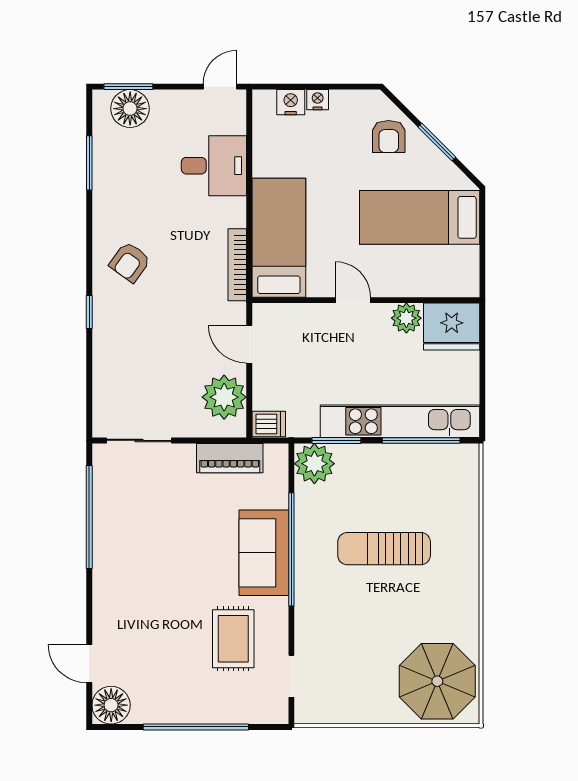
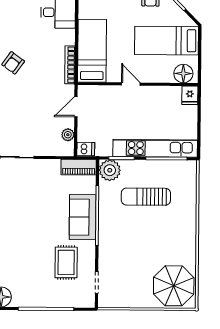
floor lamp: (452, 279) -> (183, 74), added
plant: (406, 318) -> (159, 94), removed
fridge: (452, 327) -> (190, 95), width x0.53, depth x0.75
door: (249, 344) -> (76, 107), hinge flipped
plant: (224, 397) -> (68, 135), width x0.53, depth x0.53
piano: (230, 458) -> (79, 167), moved
sun lounger: (384, 549) -> (146, 197), moved

